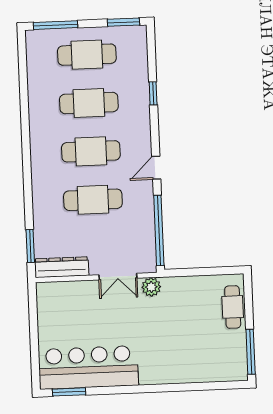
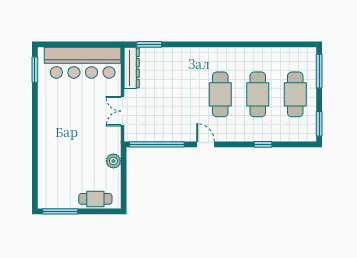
cafe table: (93, 200) -> (183, 94), removed
plant: (151, 287) -> (113, 161), moved
bar counter: (88, 367) -> (83, 63), moved, turned 90

